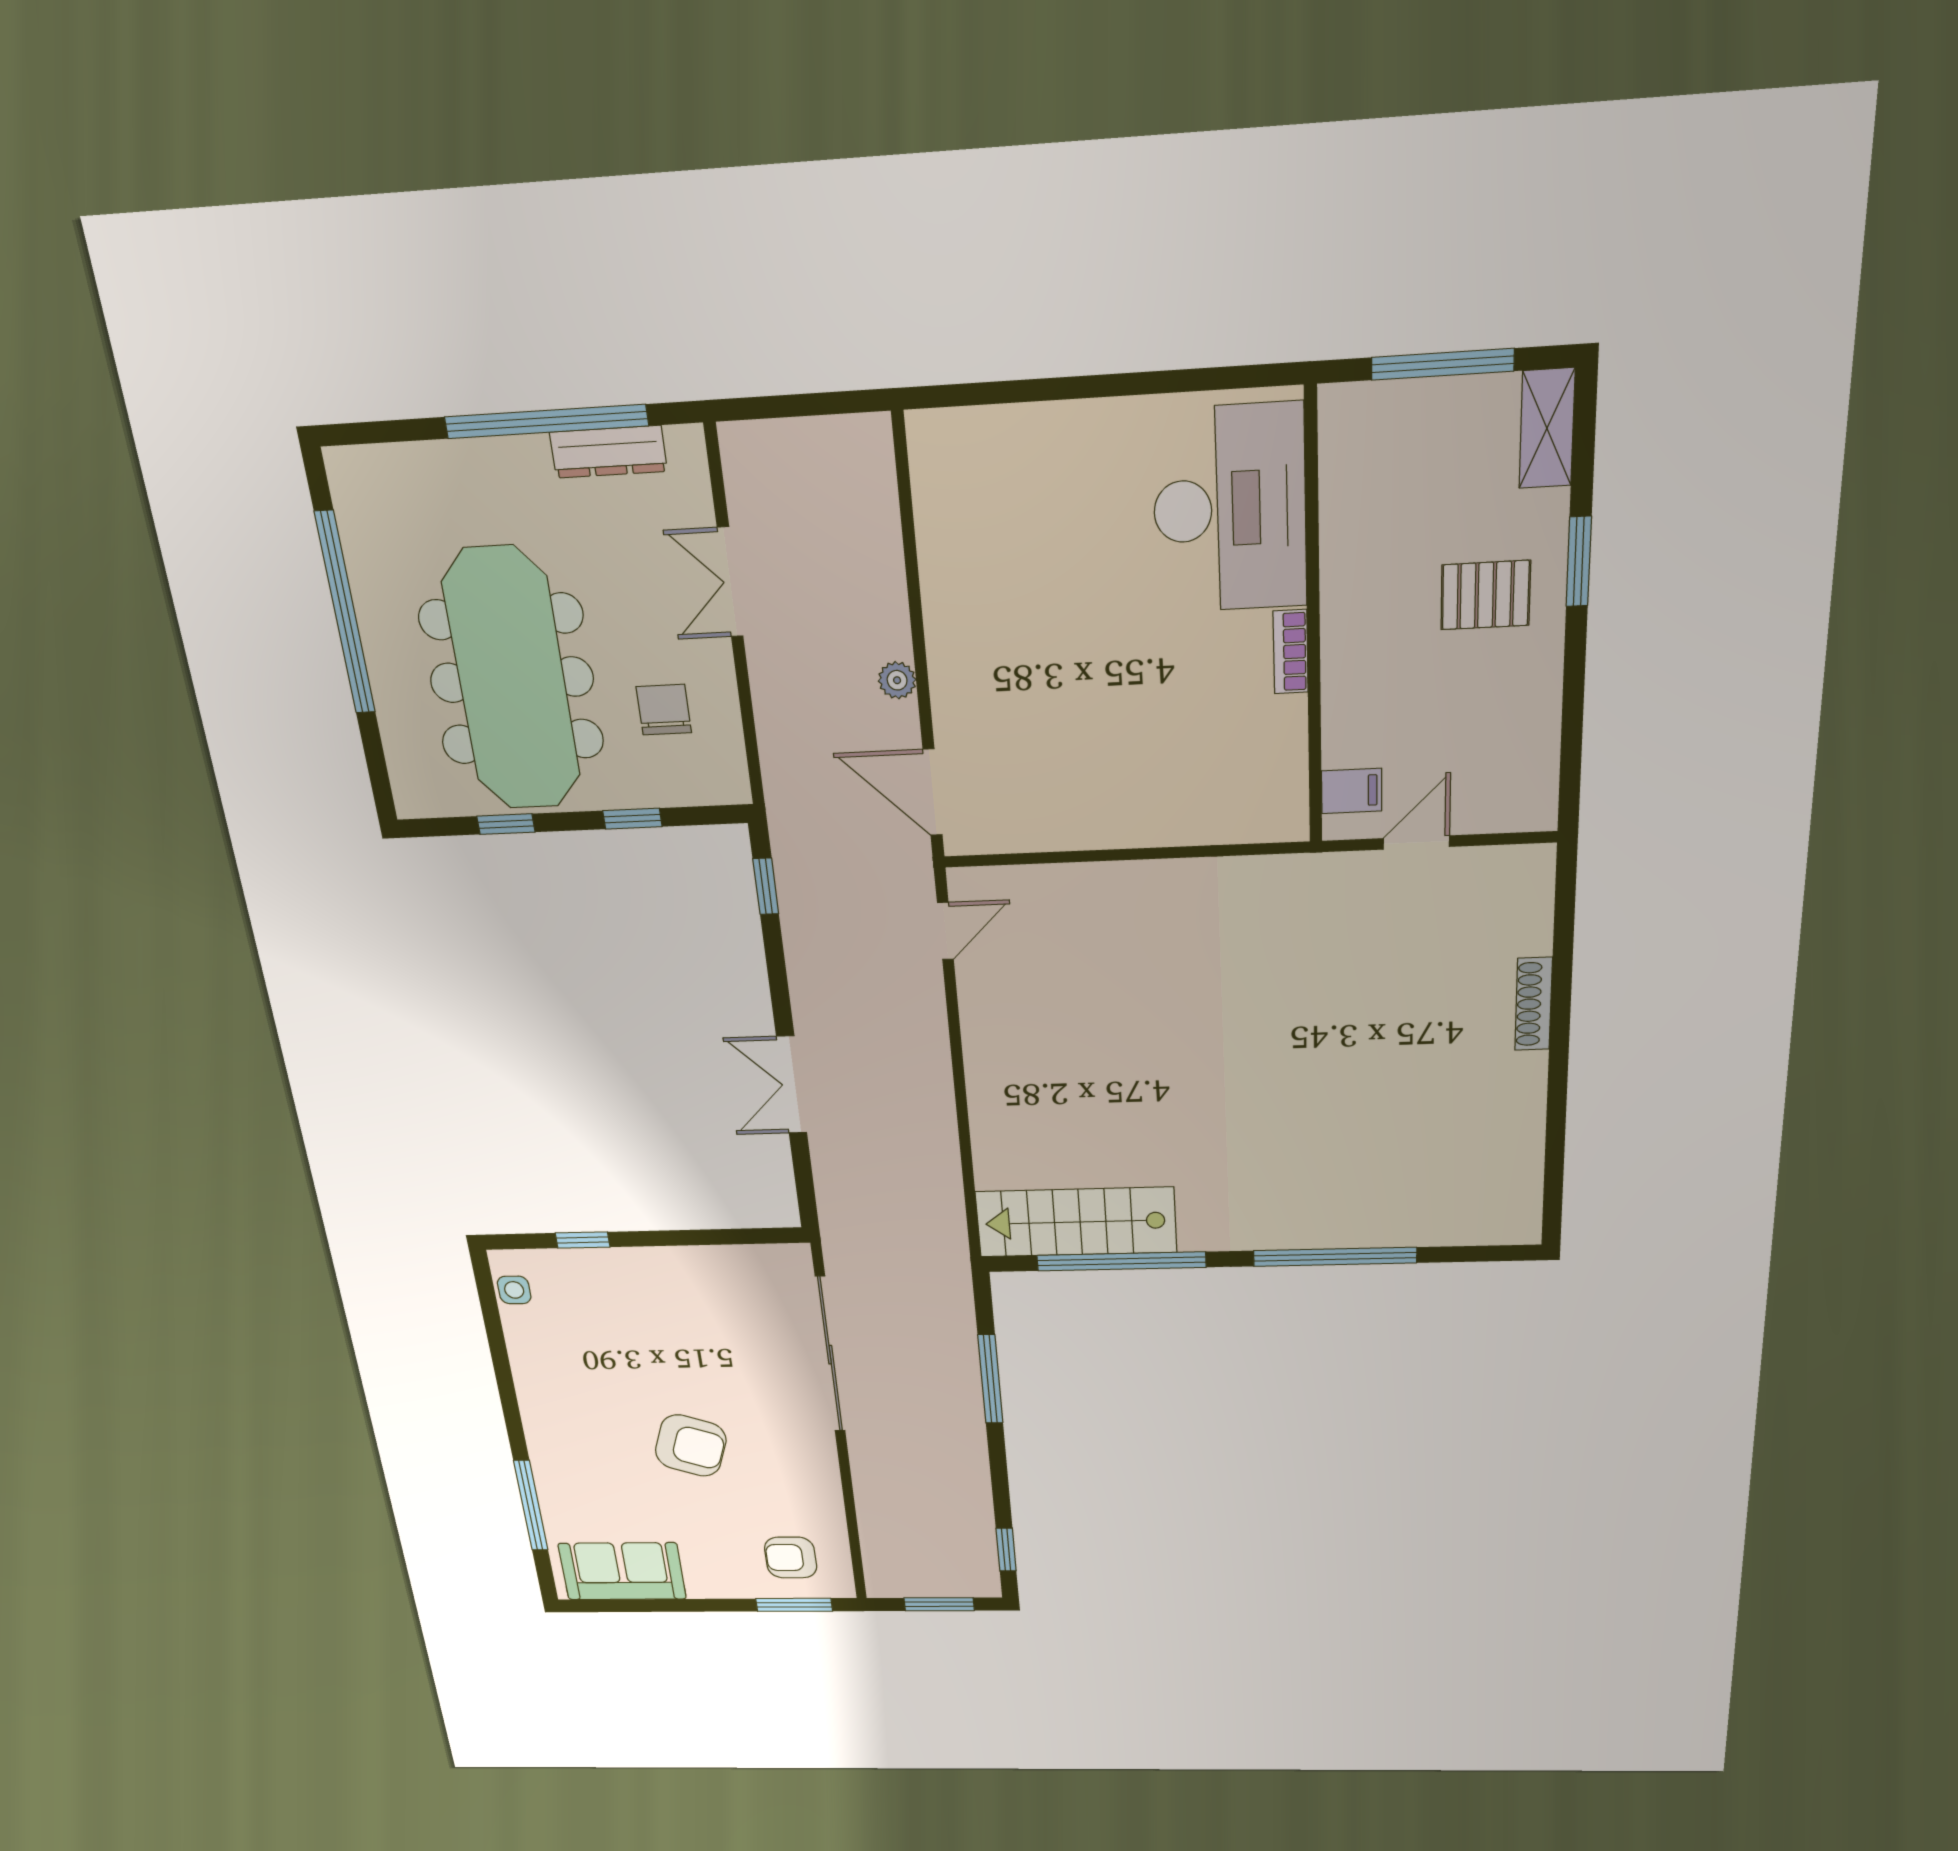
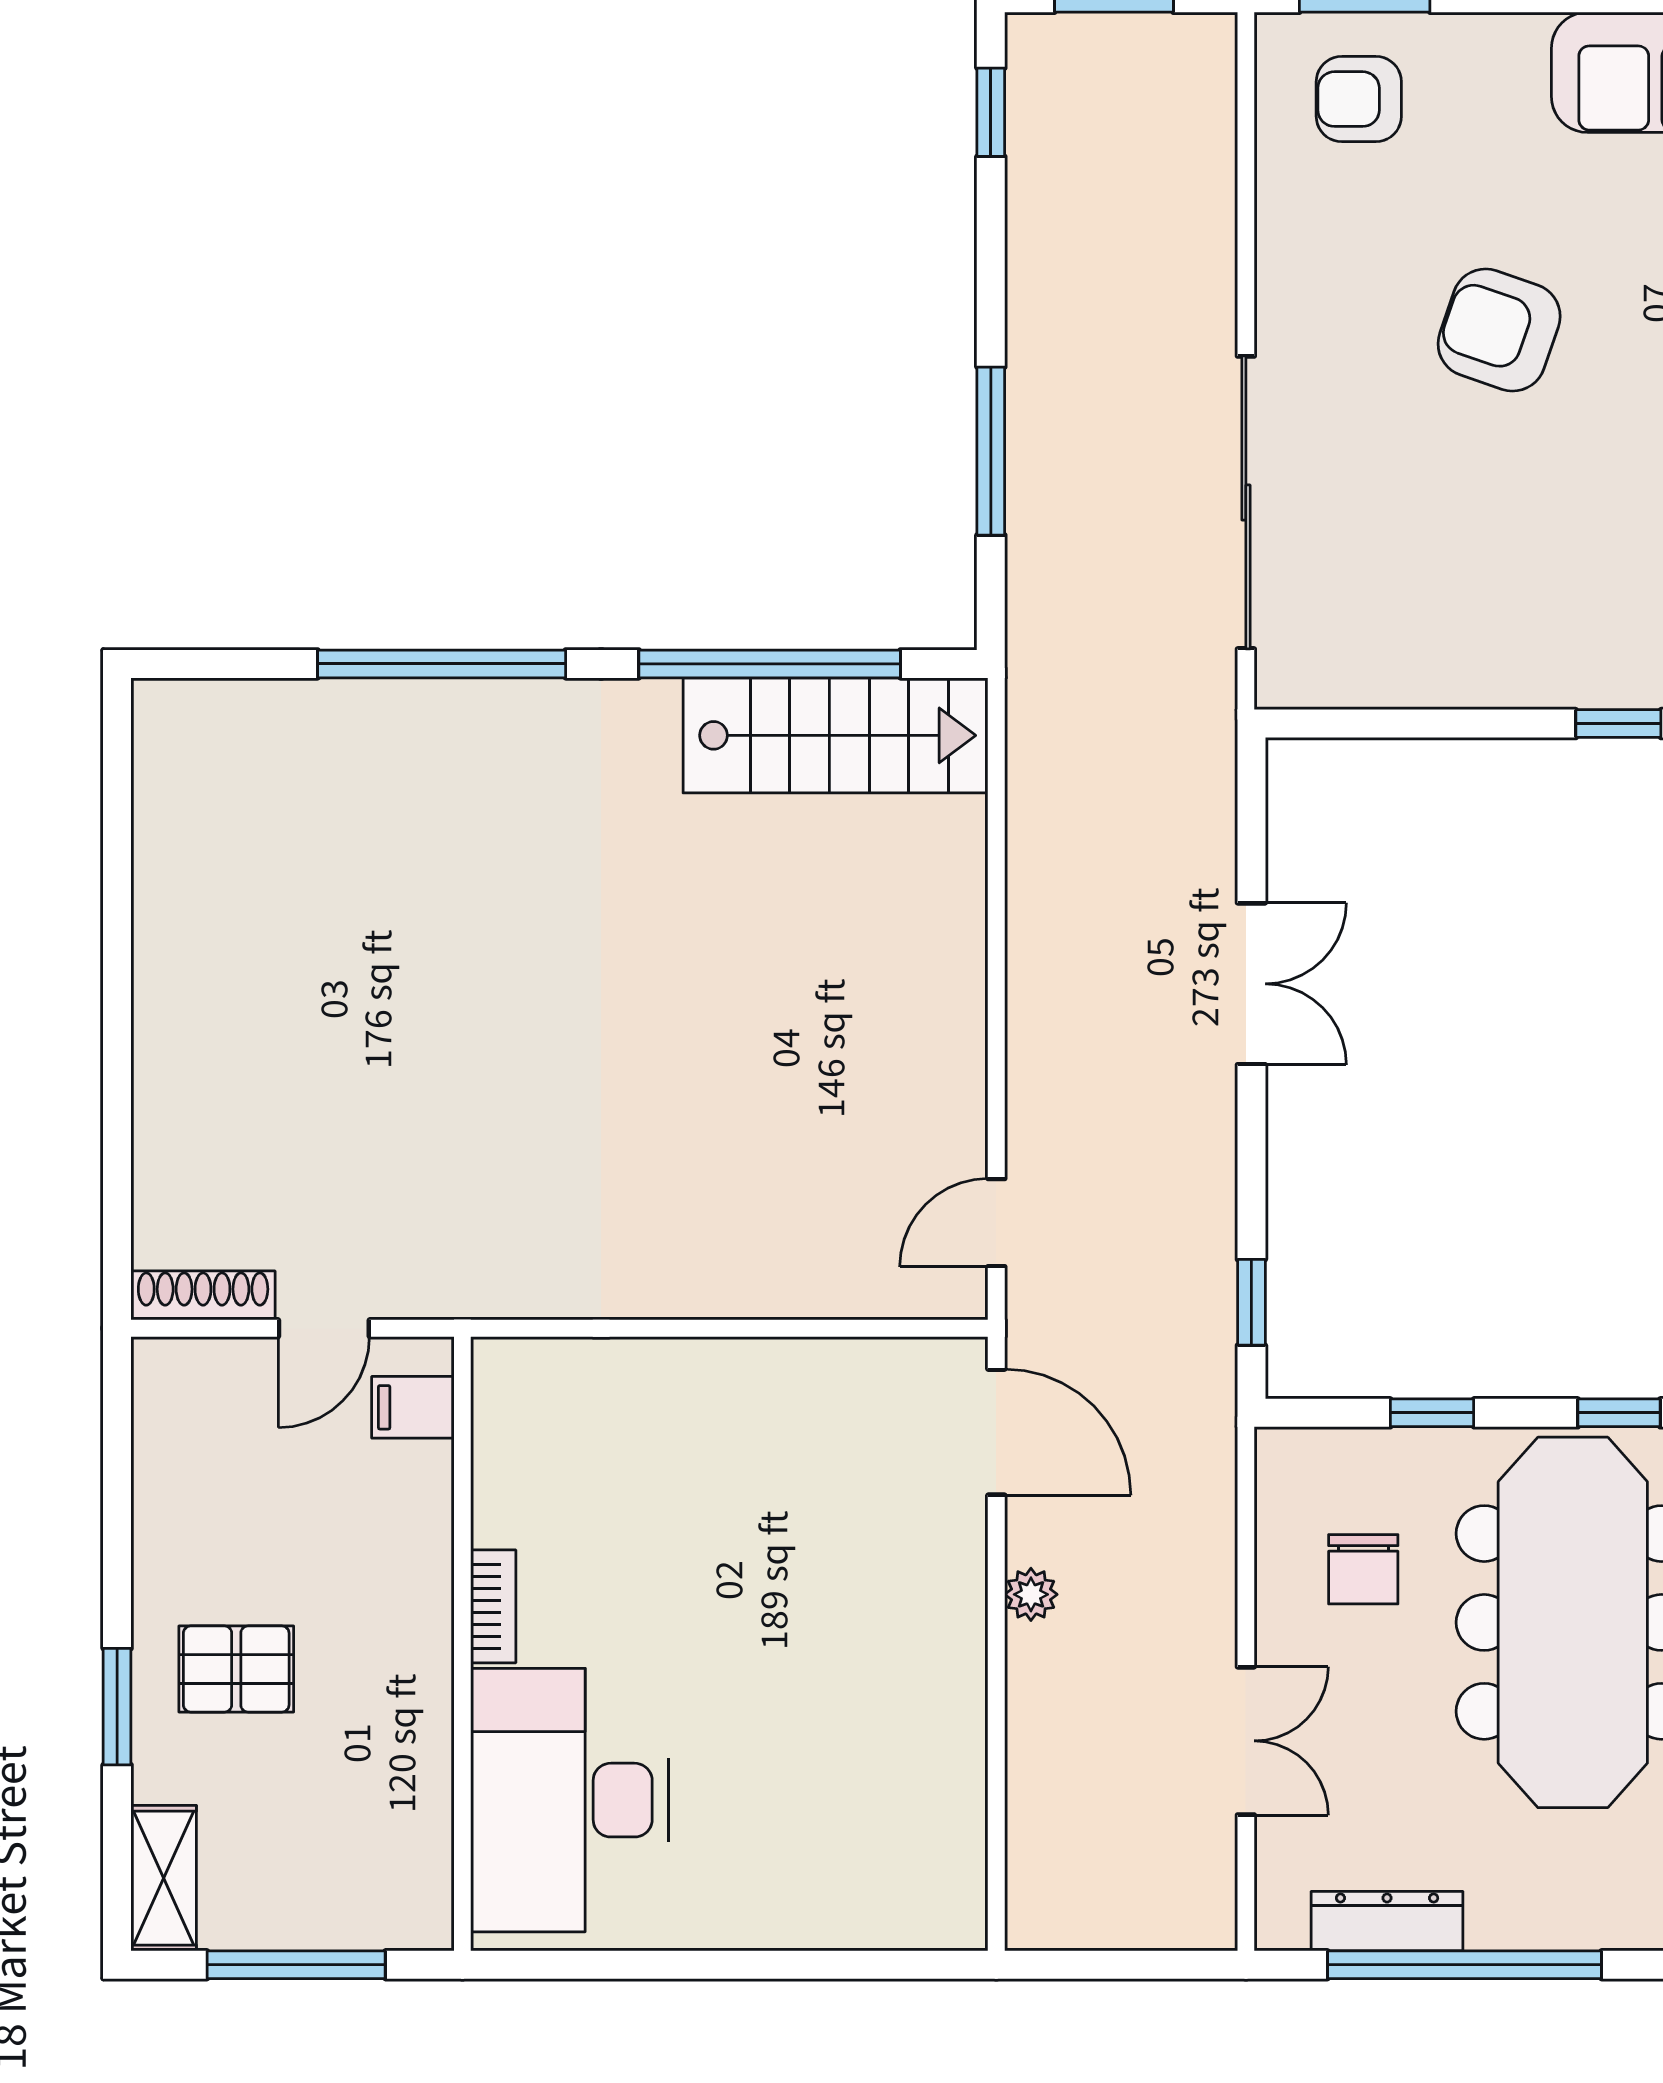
shoe rack: (1534, 1004) -> (203, 1295), moved, turned -90
armchair: (791, 1558) -> (1359, 99), turned 180

